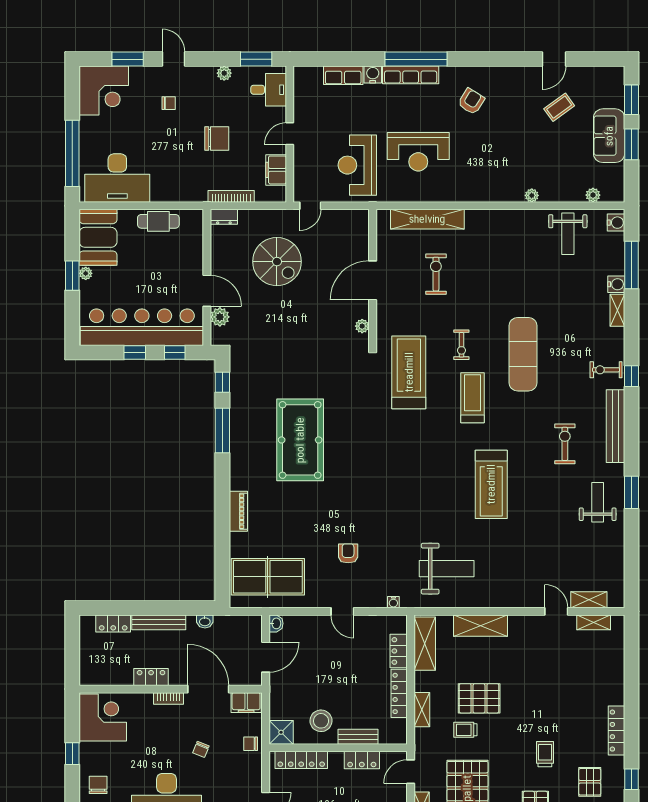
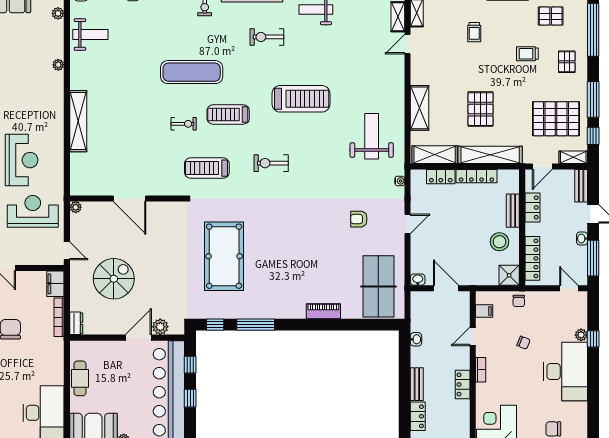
reception desk: (357, 165) -> (33, 211), turned 180
filing cabinet: (276, 170) -> (55, 284), moved, turned 90
shelving: (427, 219) -> (78, 121), moved
exercise bike: (436, 274) -> (271, 163), moved
plant: (362, 326) -> (76, 207), moved
treadmill: (409, 372) -> (207, 168), width x0.73, depth x0.73
pool table: (300, 440) -> (224, 256), moved, turned 90
bench: (159, 622) -> (417, 384), width x0.73
door: (208, 689) -> (473, 336), width x0.53
filing cabinet: (246, 703) -> (484, 311), width x0.50
shelving: (422, 710) -> (490, 155), width x2.20, depth x1.33
trolley: (465, 730) -> (474, 32), moved
door: (411, 772) -> (542, 167), hinge flipped

